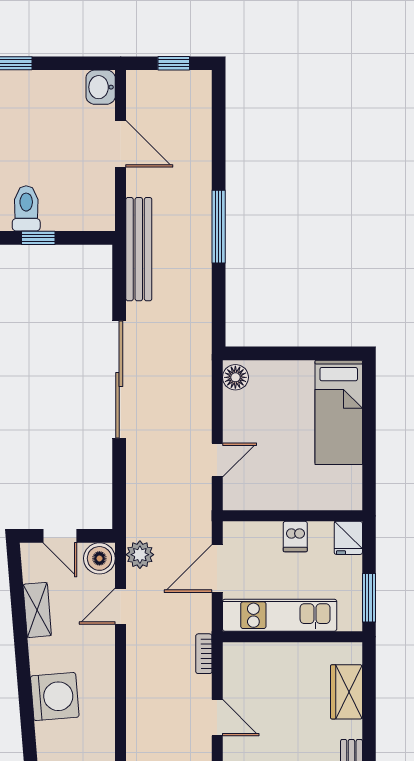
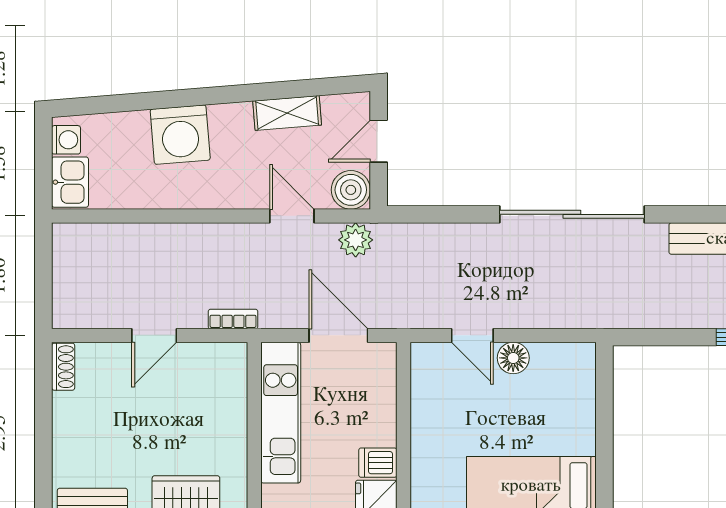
floor lamp: (235, 377) -> (513, 358), moved
dishwasher: (295, 537) -> (378, 463), moved

